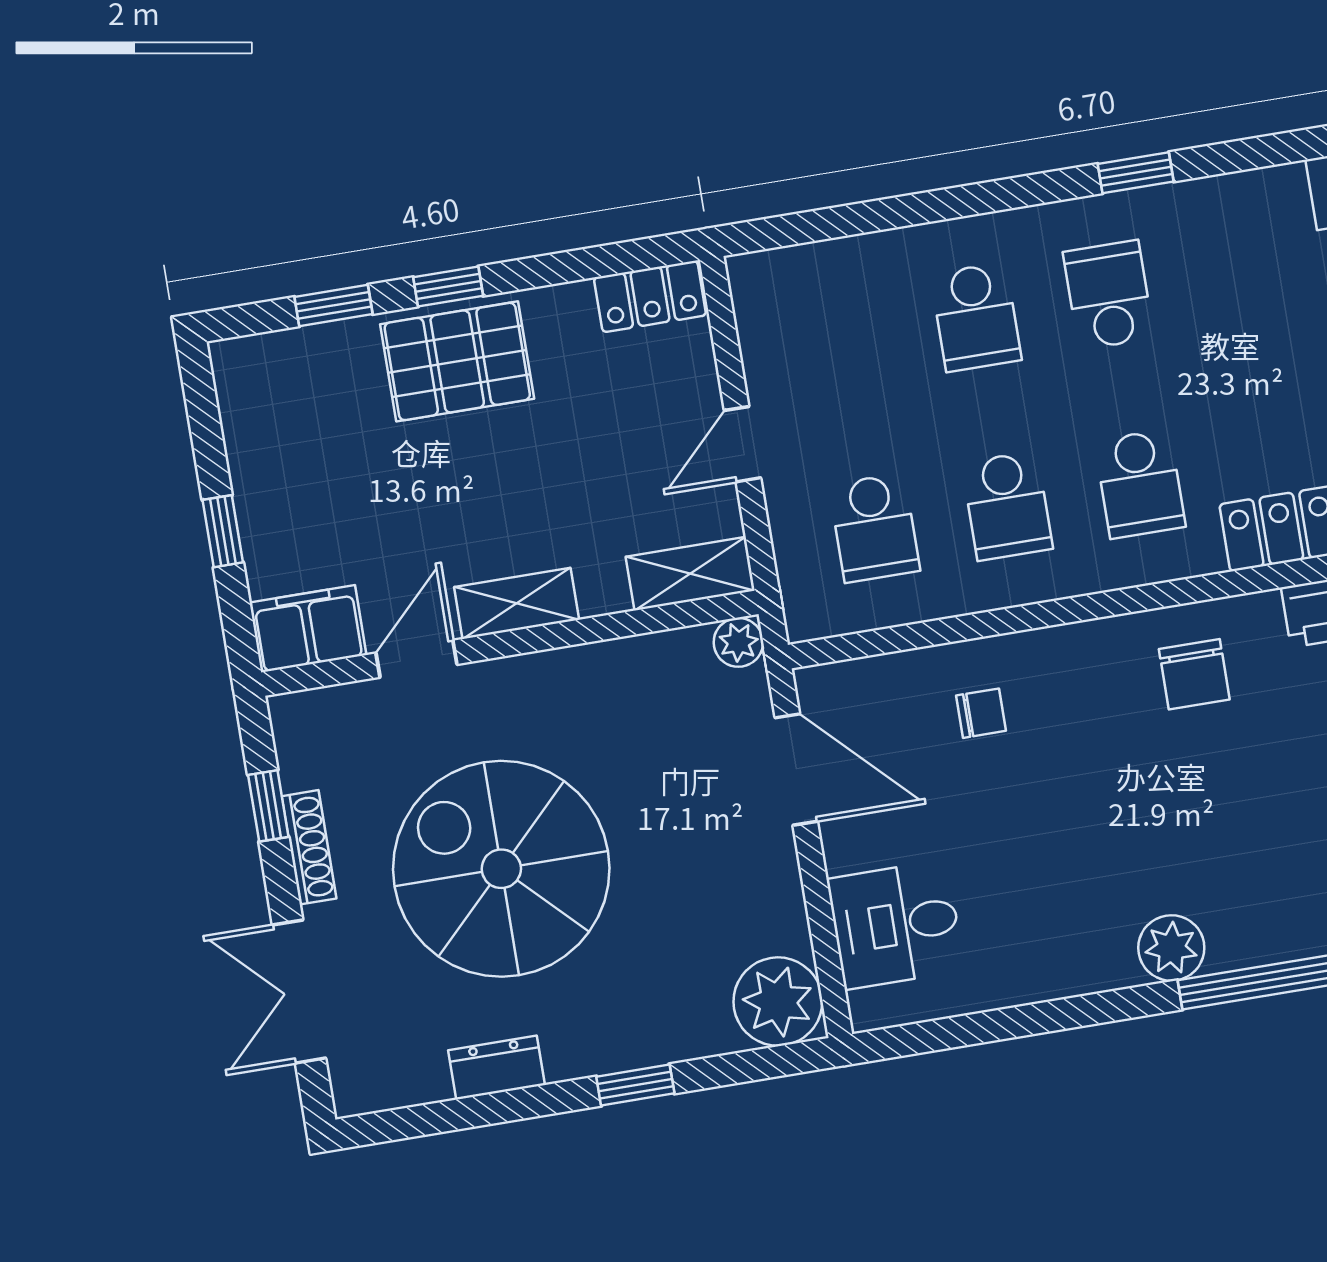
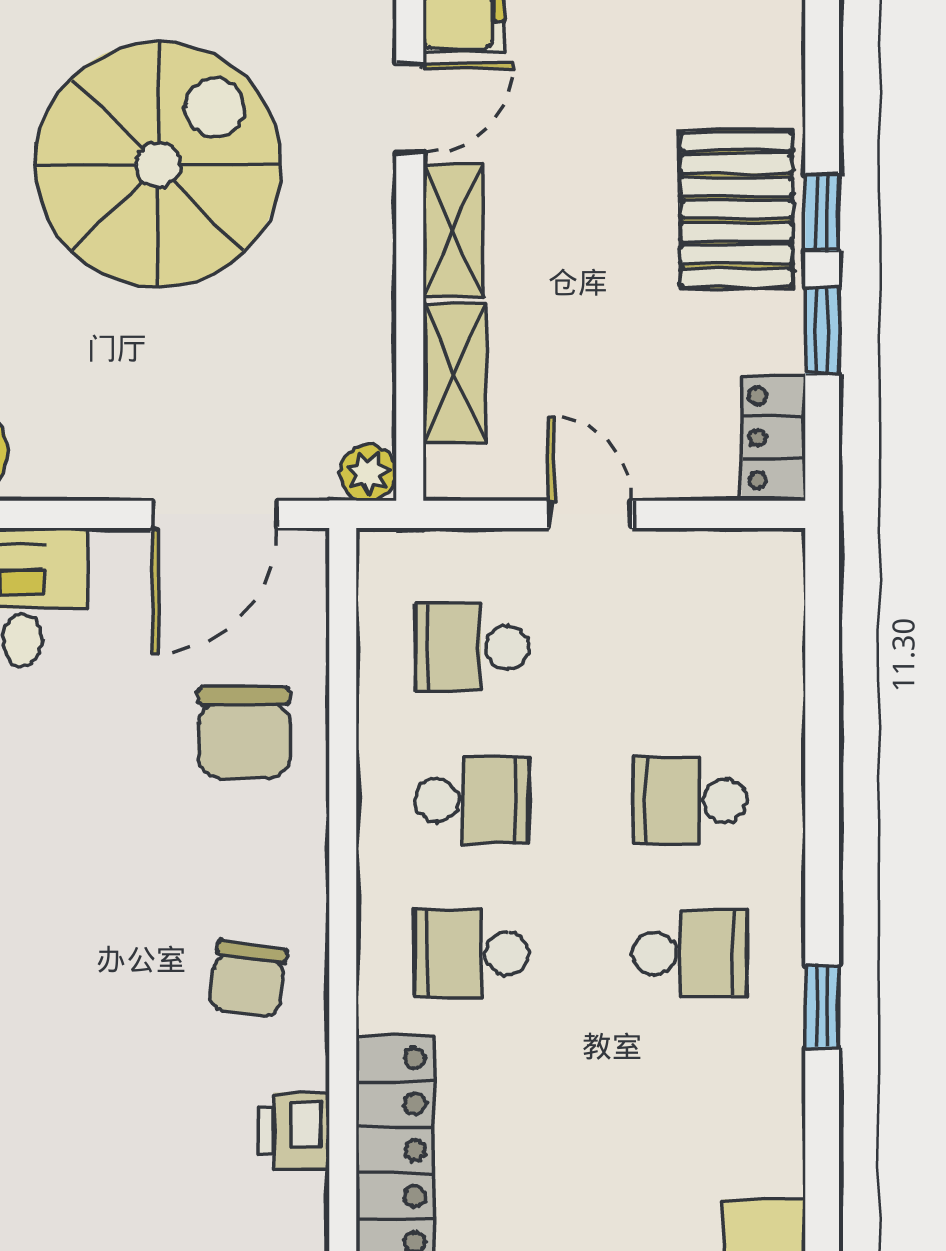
window: (334, 306) -> (822, 331), moved
school desk: (1007, 506) -> (472, 800), turned 180
shelving: (690, 574) -> (454, 373), moved
door: (417, 659) -> (410, 108), hinge flipped
chair: (1194, 674) -> (248, 979), turned -82
chair: (981, 713) -> (244, 732), width x1.87, depth x1.87

